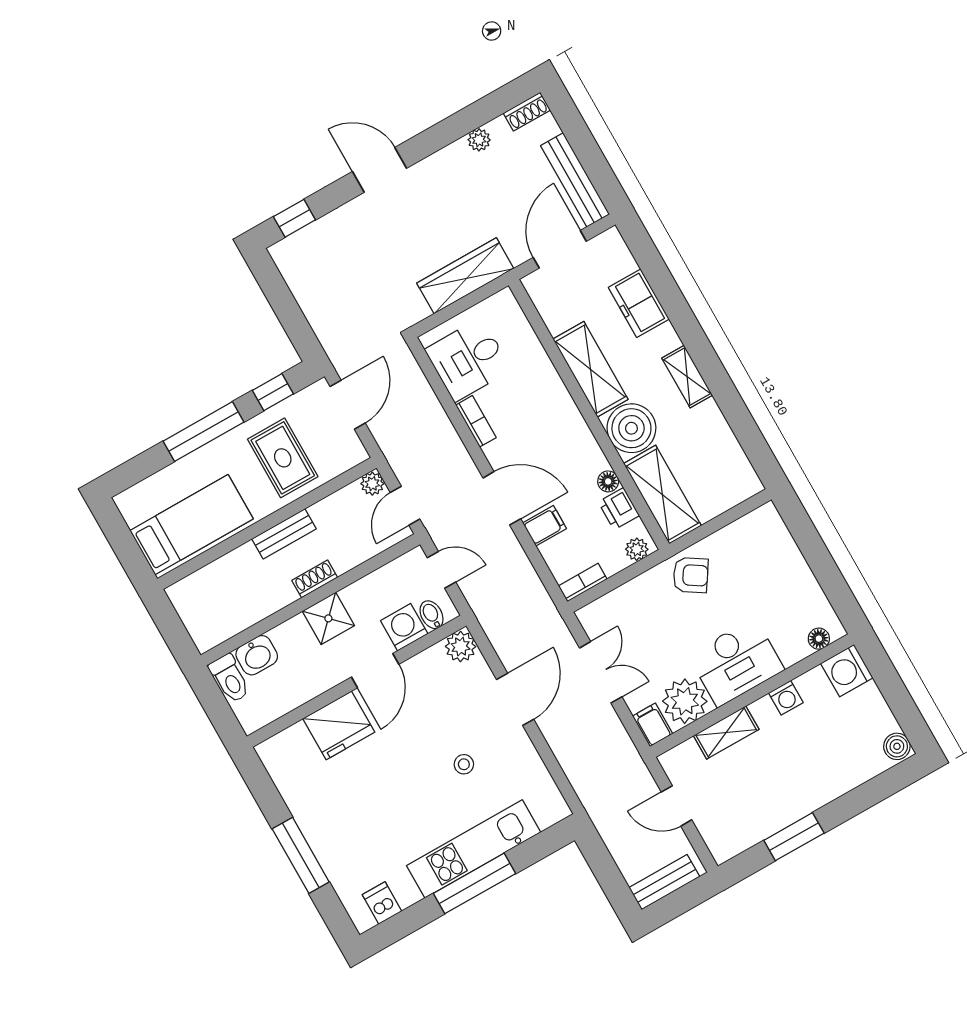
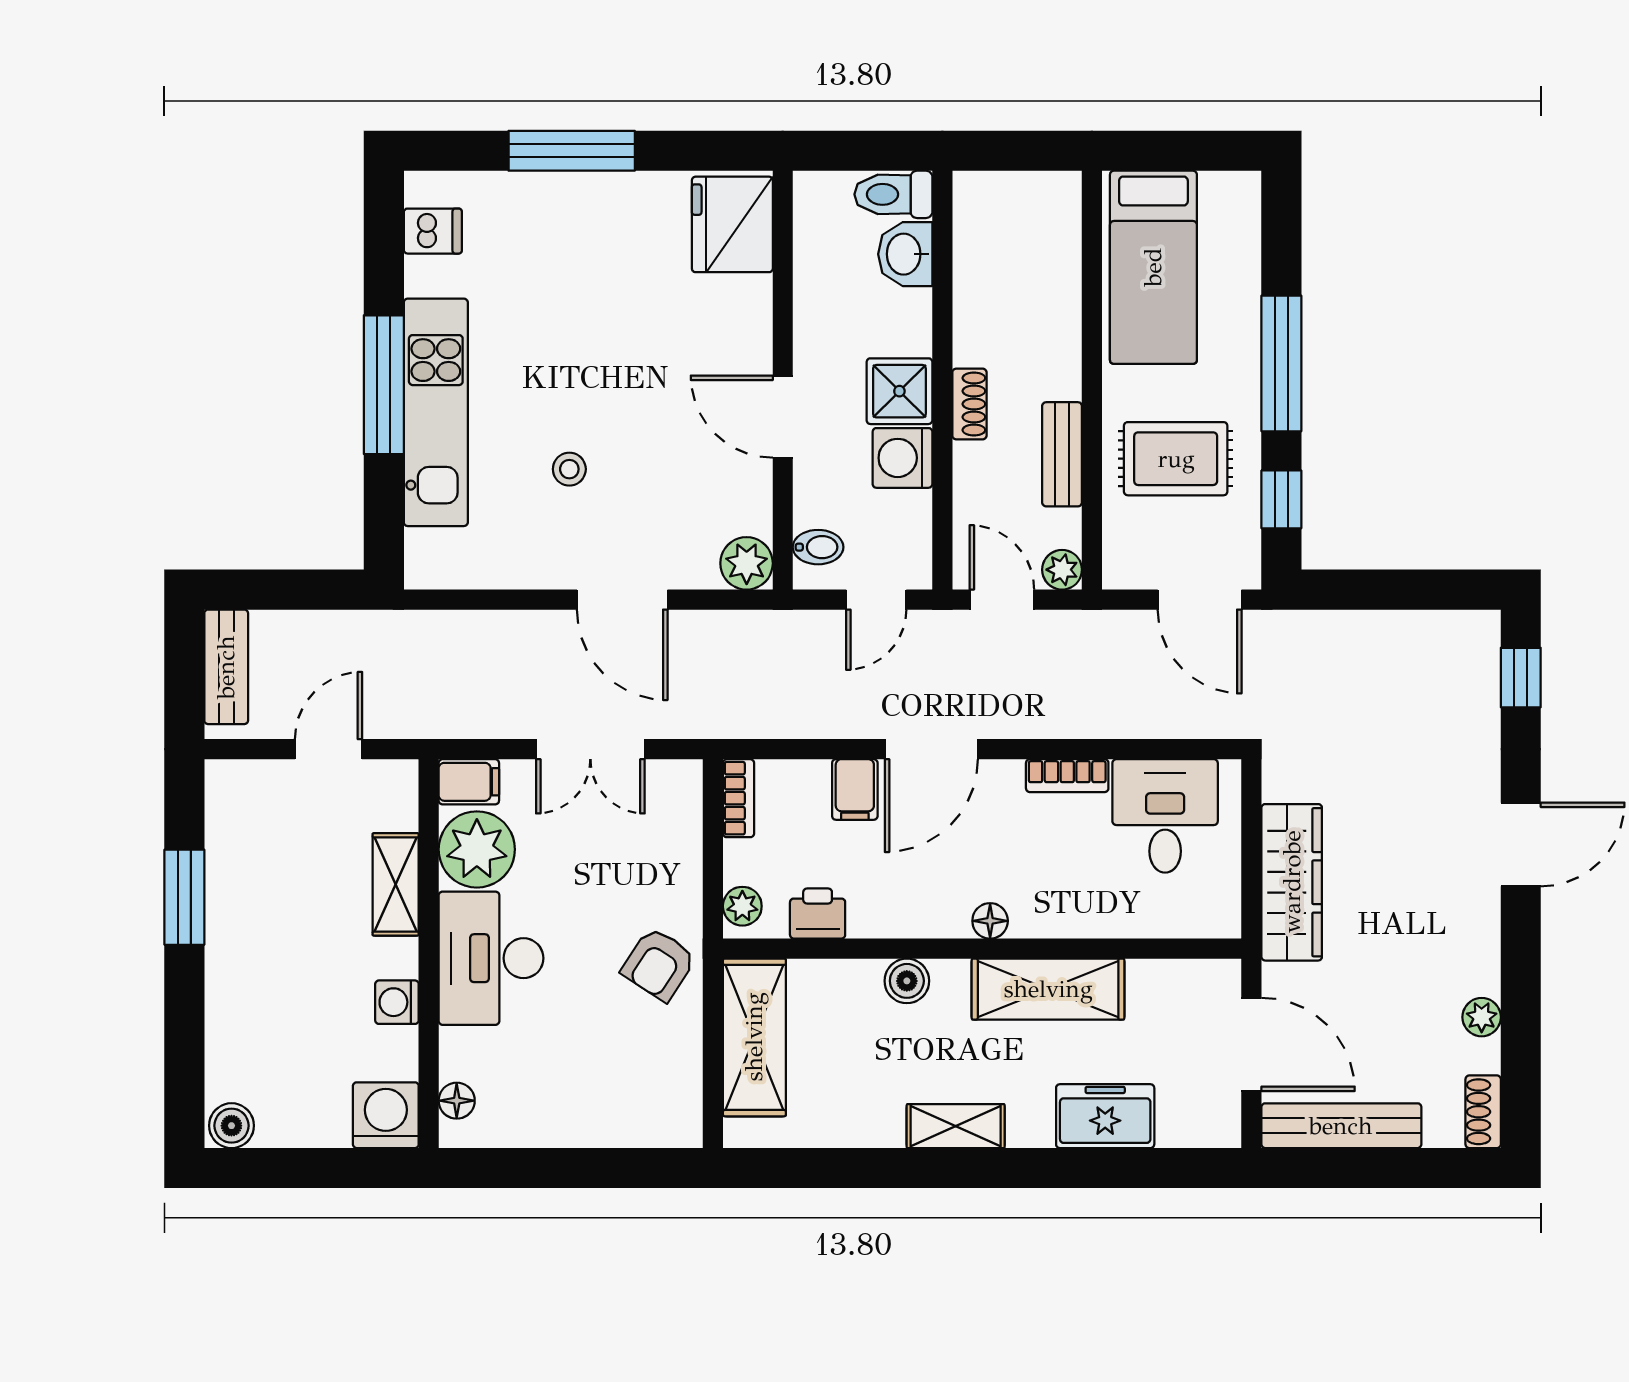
boiler: (631, 428) -> (907, 981), width x0.54, depth x0.54
floor lamp: (608, 481) -> (990, 921), moved
shelving: (662, 495) -> (754, 1037), moved, turned 90
bench: (284, 534) -> (1062, 454), moved
washing machine: (404, 627) -> (902, 458), moved, turned 180
fridge: (339, 725) -> (732, 224), moved

